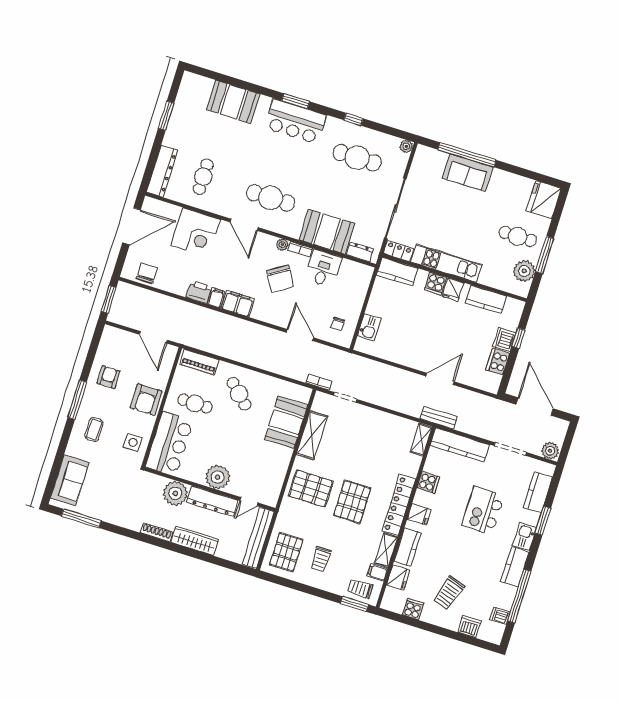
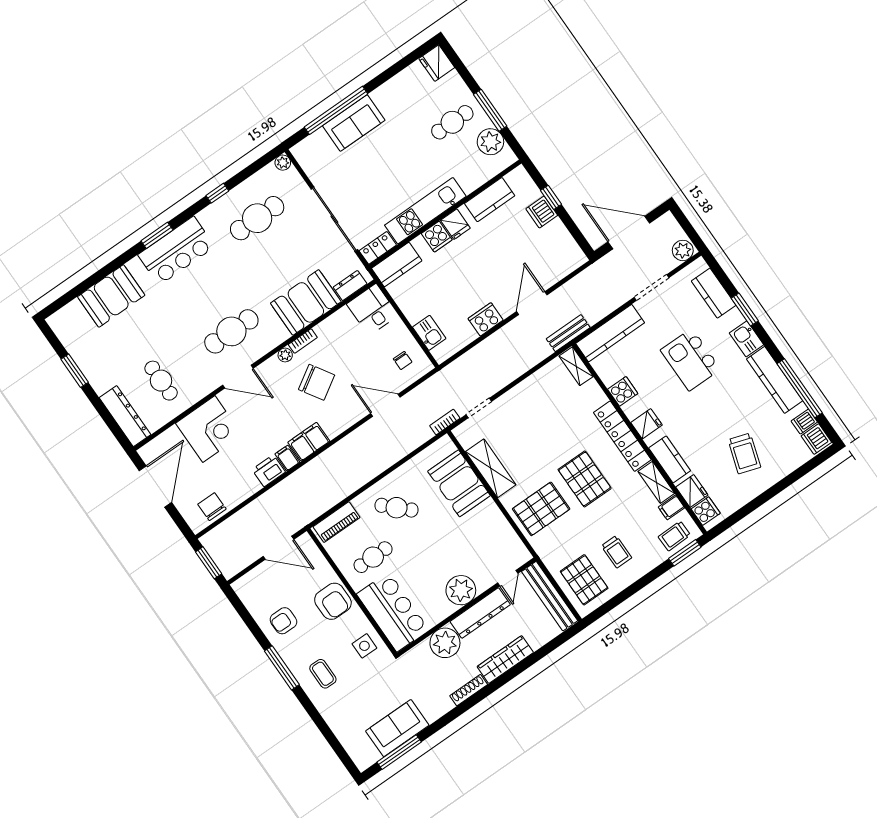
fridge: (544, 199) -> (437, 63), width x0.73, depth x0.75
desk: (323, 268) -> (372, 310), moved
cooker: (498, 361) -> (486, 319), moved, turned 90
armchair: (109, 377) -> (283, 621), turned -90
sofa: (70, 480) -> (397, 728), moved, turned -90
kitchen counter: (515, 567) -> (775, 380), width x1.50
cooker: (413, 609) -> (706, 511), moved, turned 90
dishwasher: (469, 627) -> (816, 439), moved, turned -90

